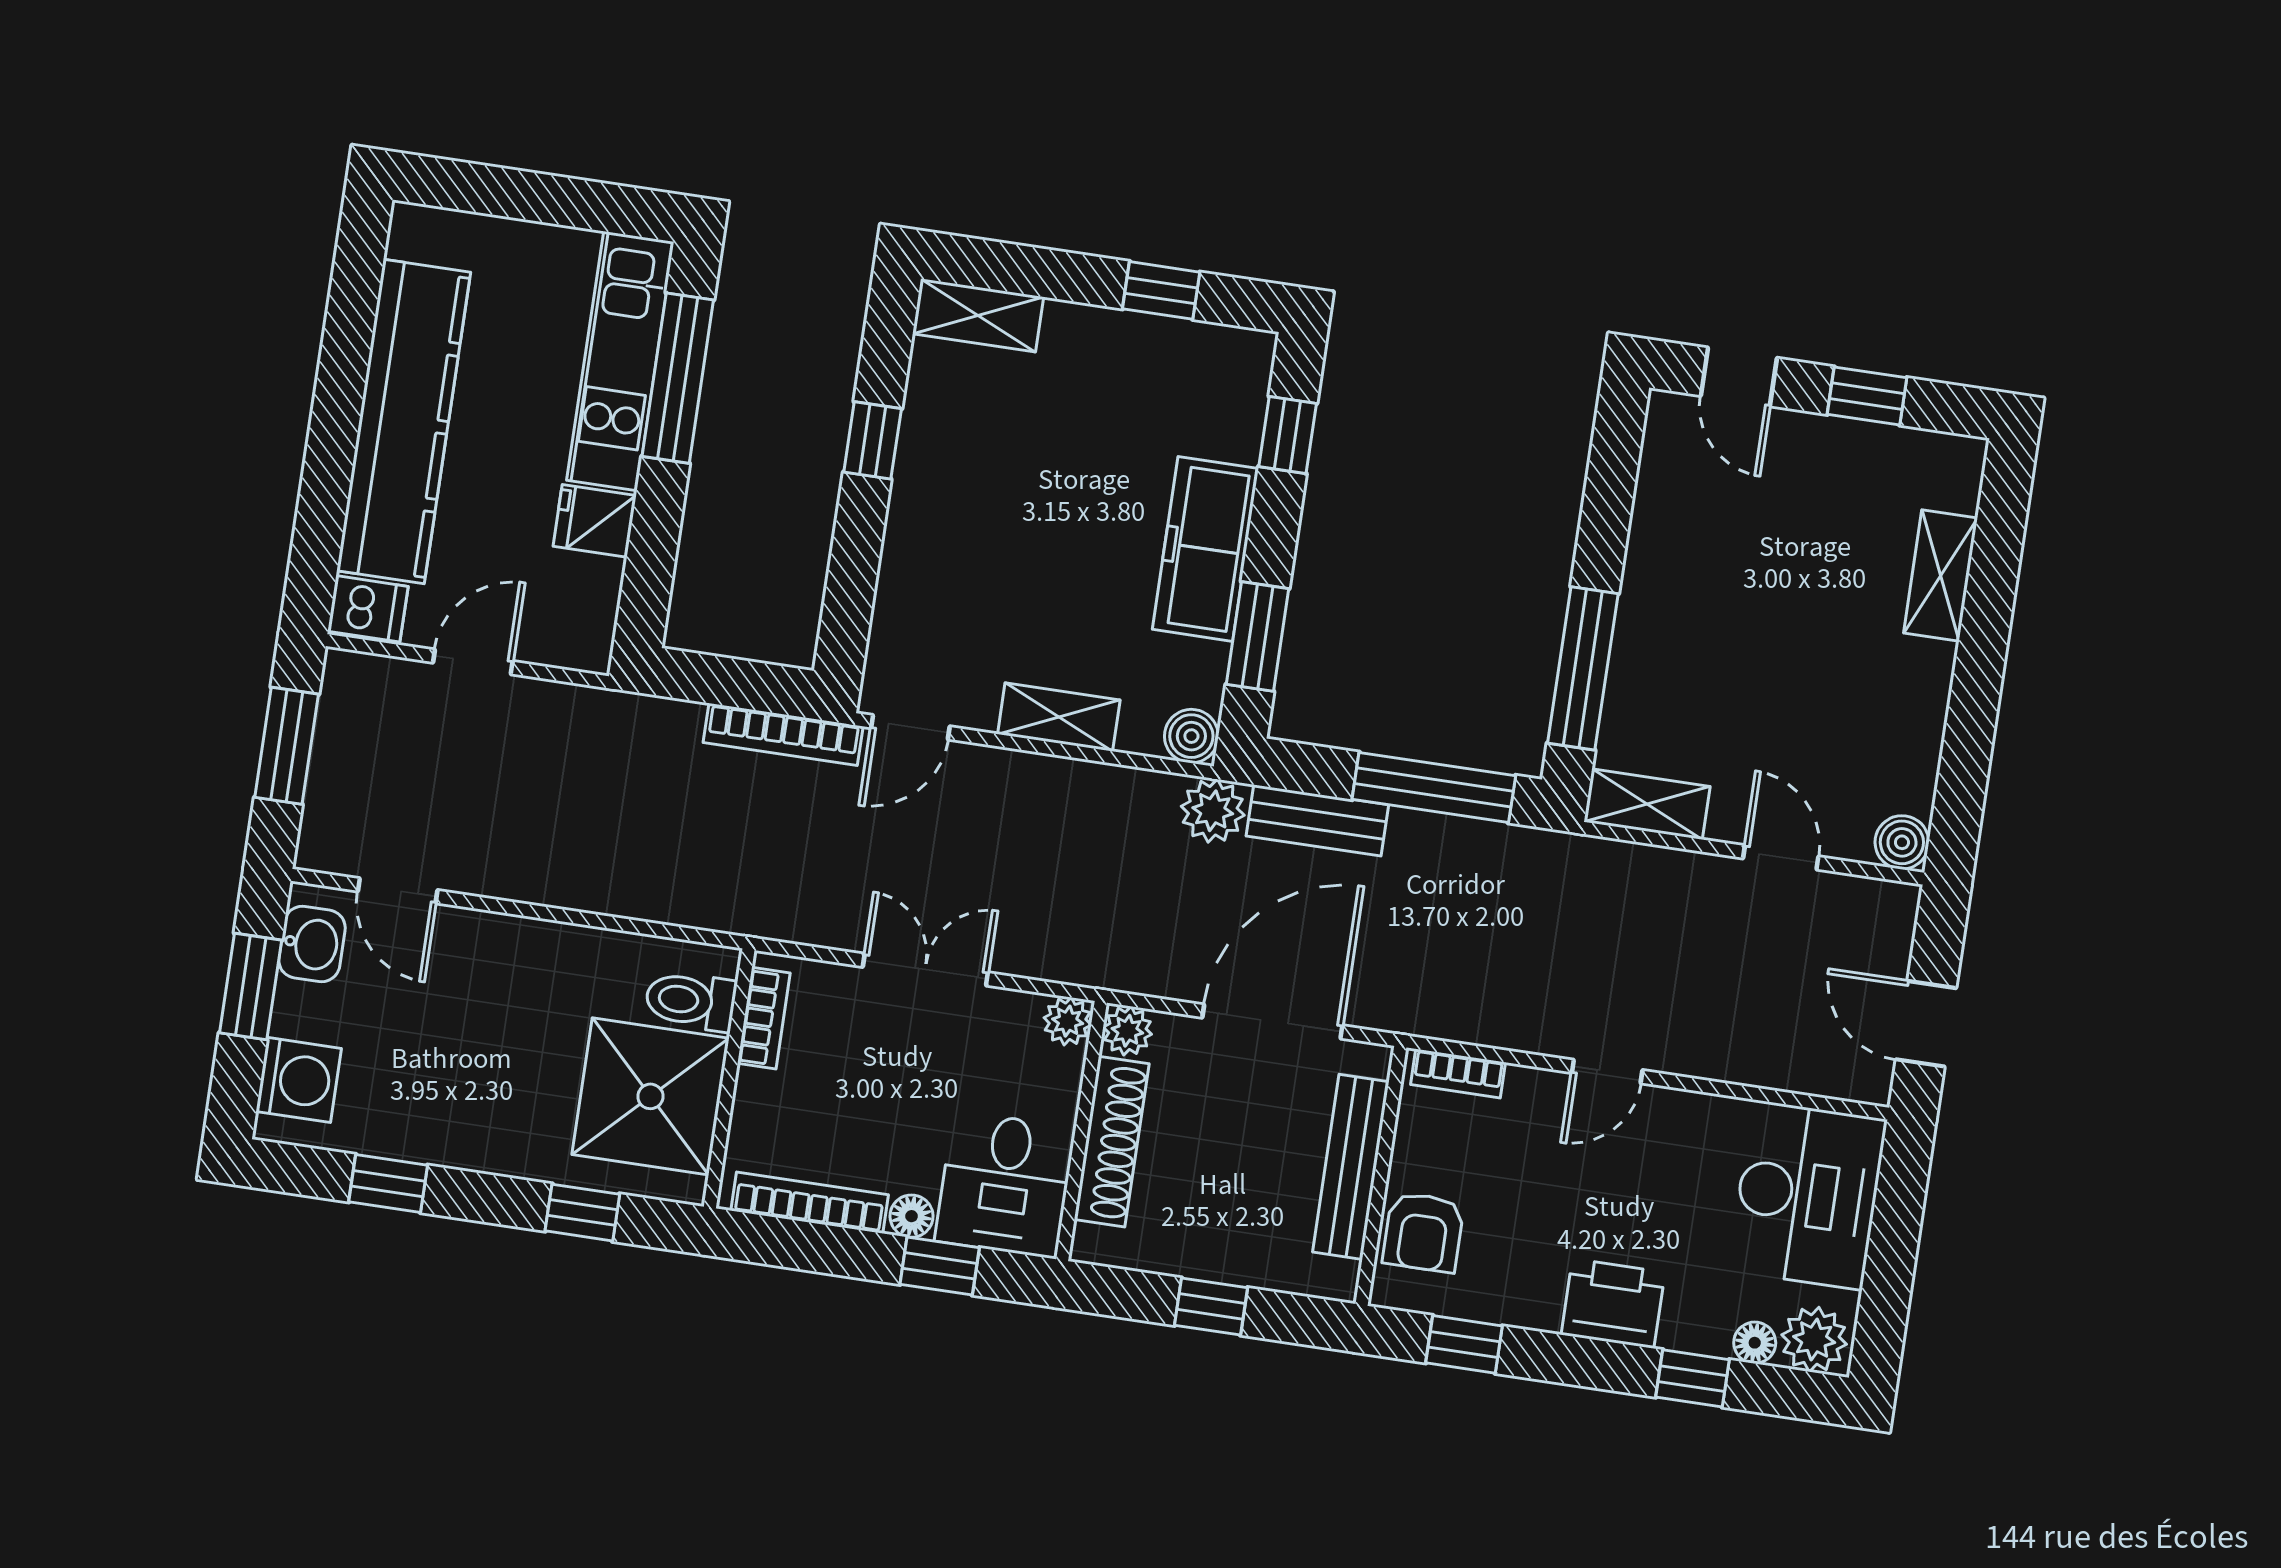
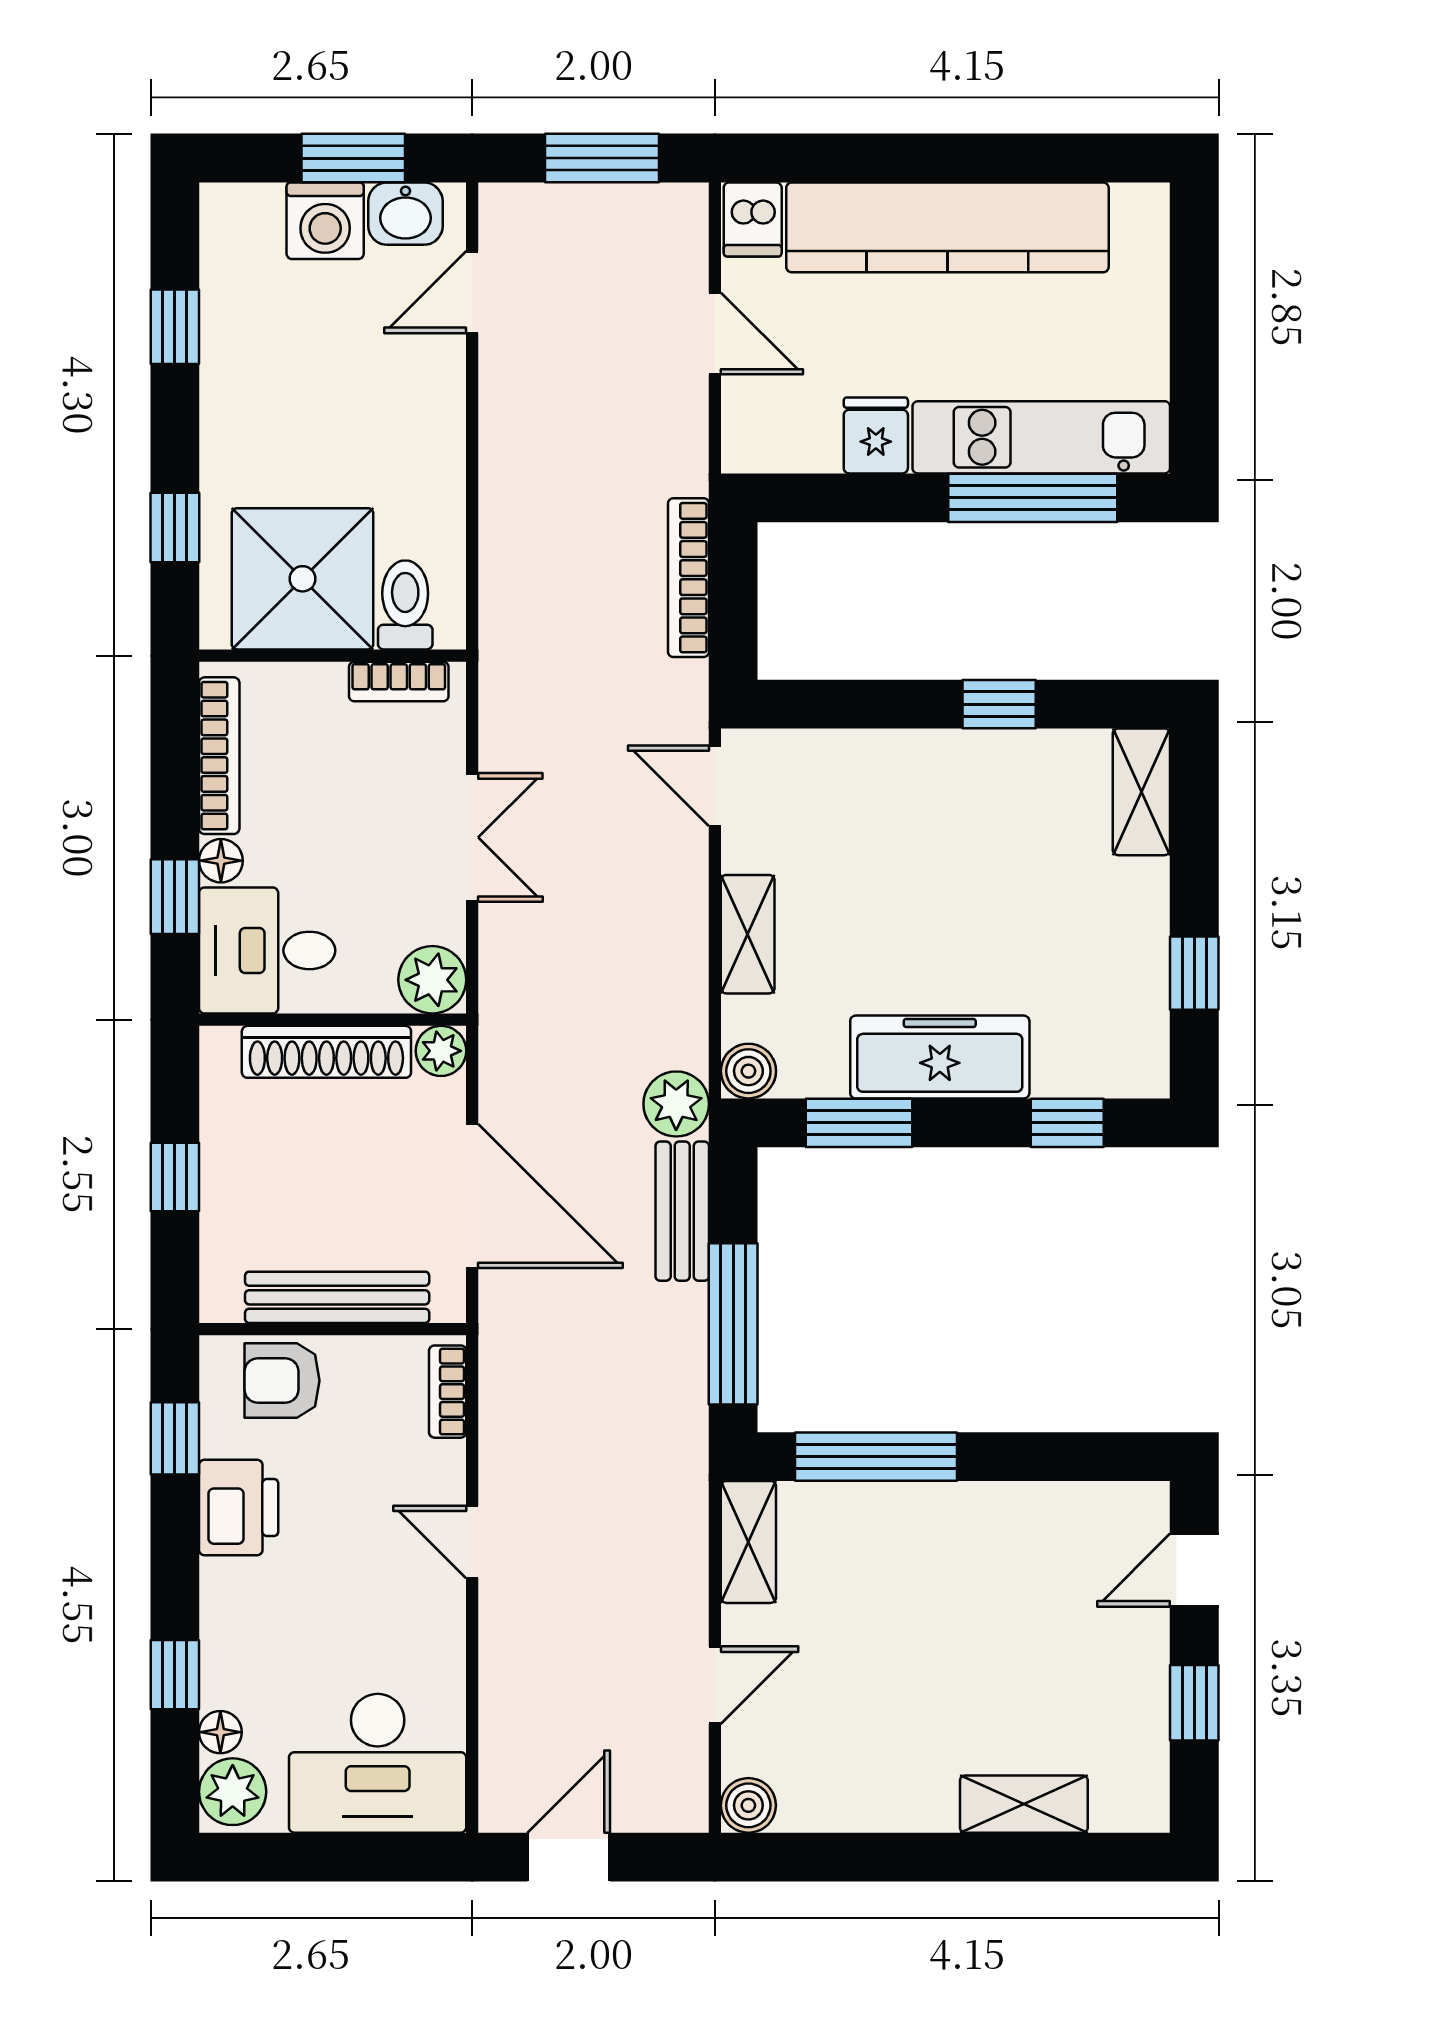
bookcase: (783, 734) -> (688, 578), moved
plant: (1068, 1021) -> (432, 980), width x1.38, depth x1.38
washing machine: (299, 1080) -> (325, 221), moved
printer: (1613, 1303) -> (239, 1508), moved

